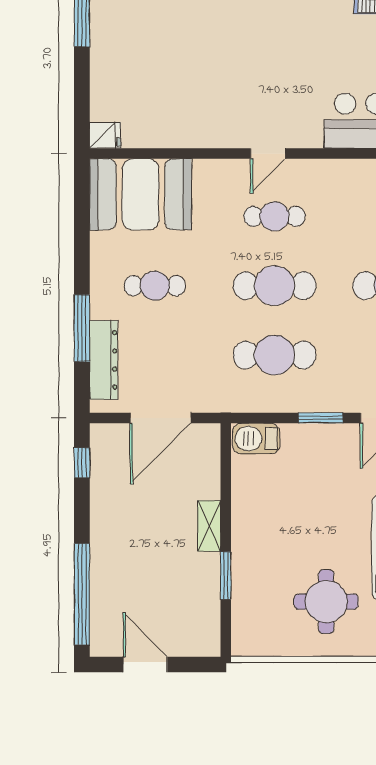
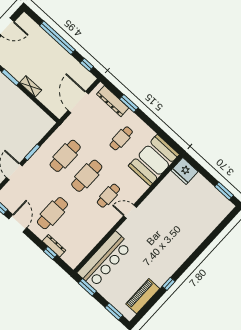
fridge: (105, 135) -> (184, 171), width x1.88, depth x1.34
door: (268, 153) -> (130, 212), hinge flipped
window: (82, 328) -> (129, 103), width x0.69
barbecue: (256, 439) -> (44, 126), removed
window: (82, 594) -> (57, 38), moved

